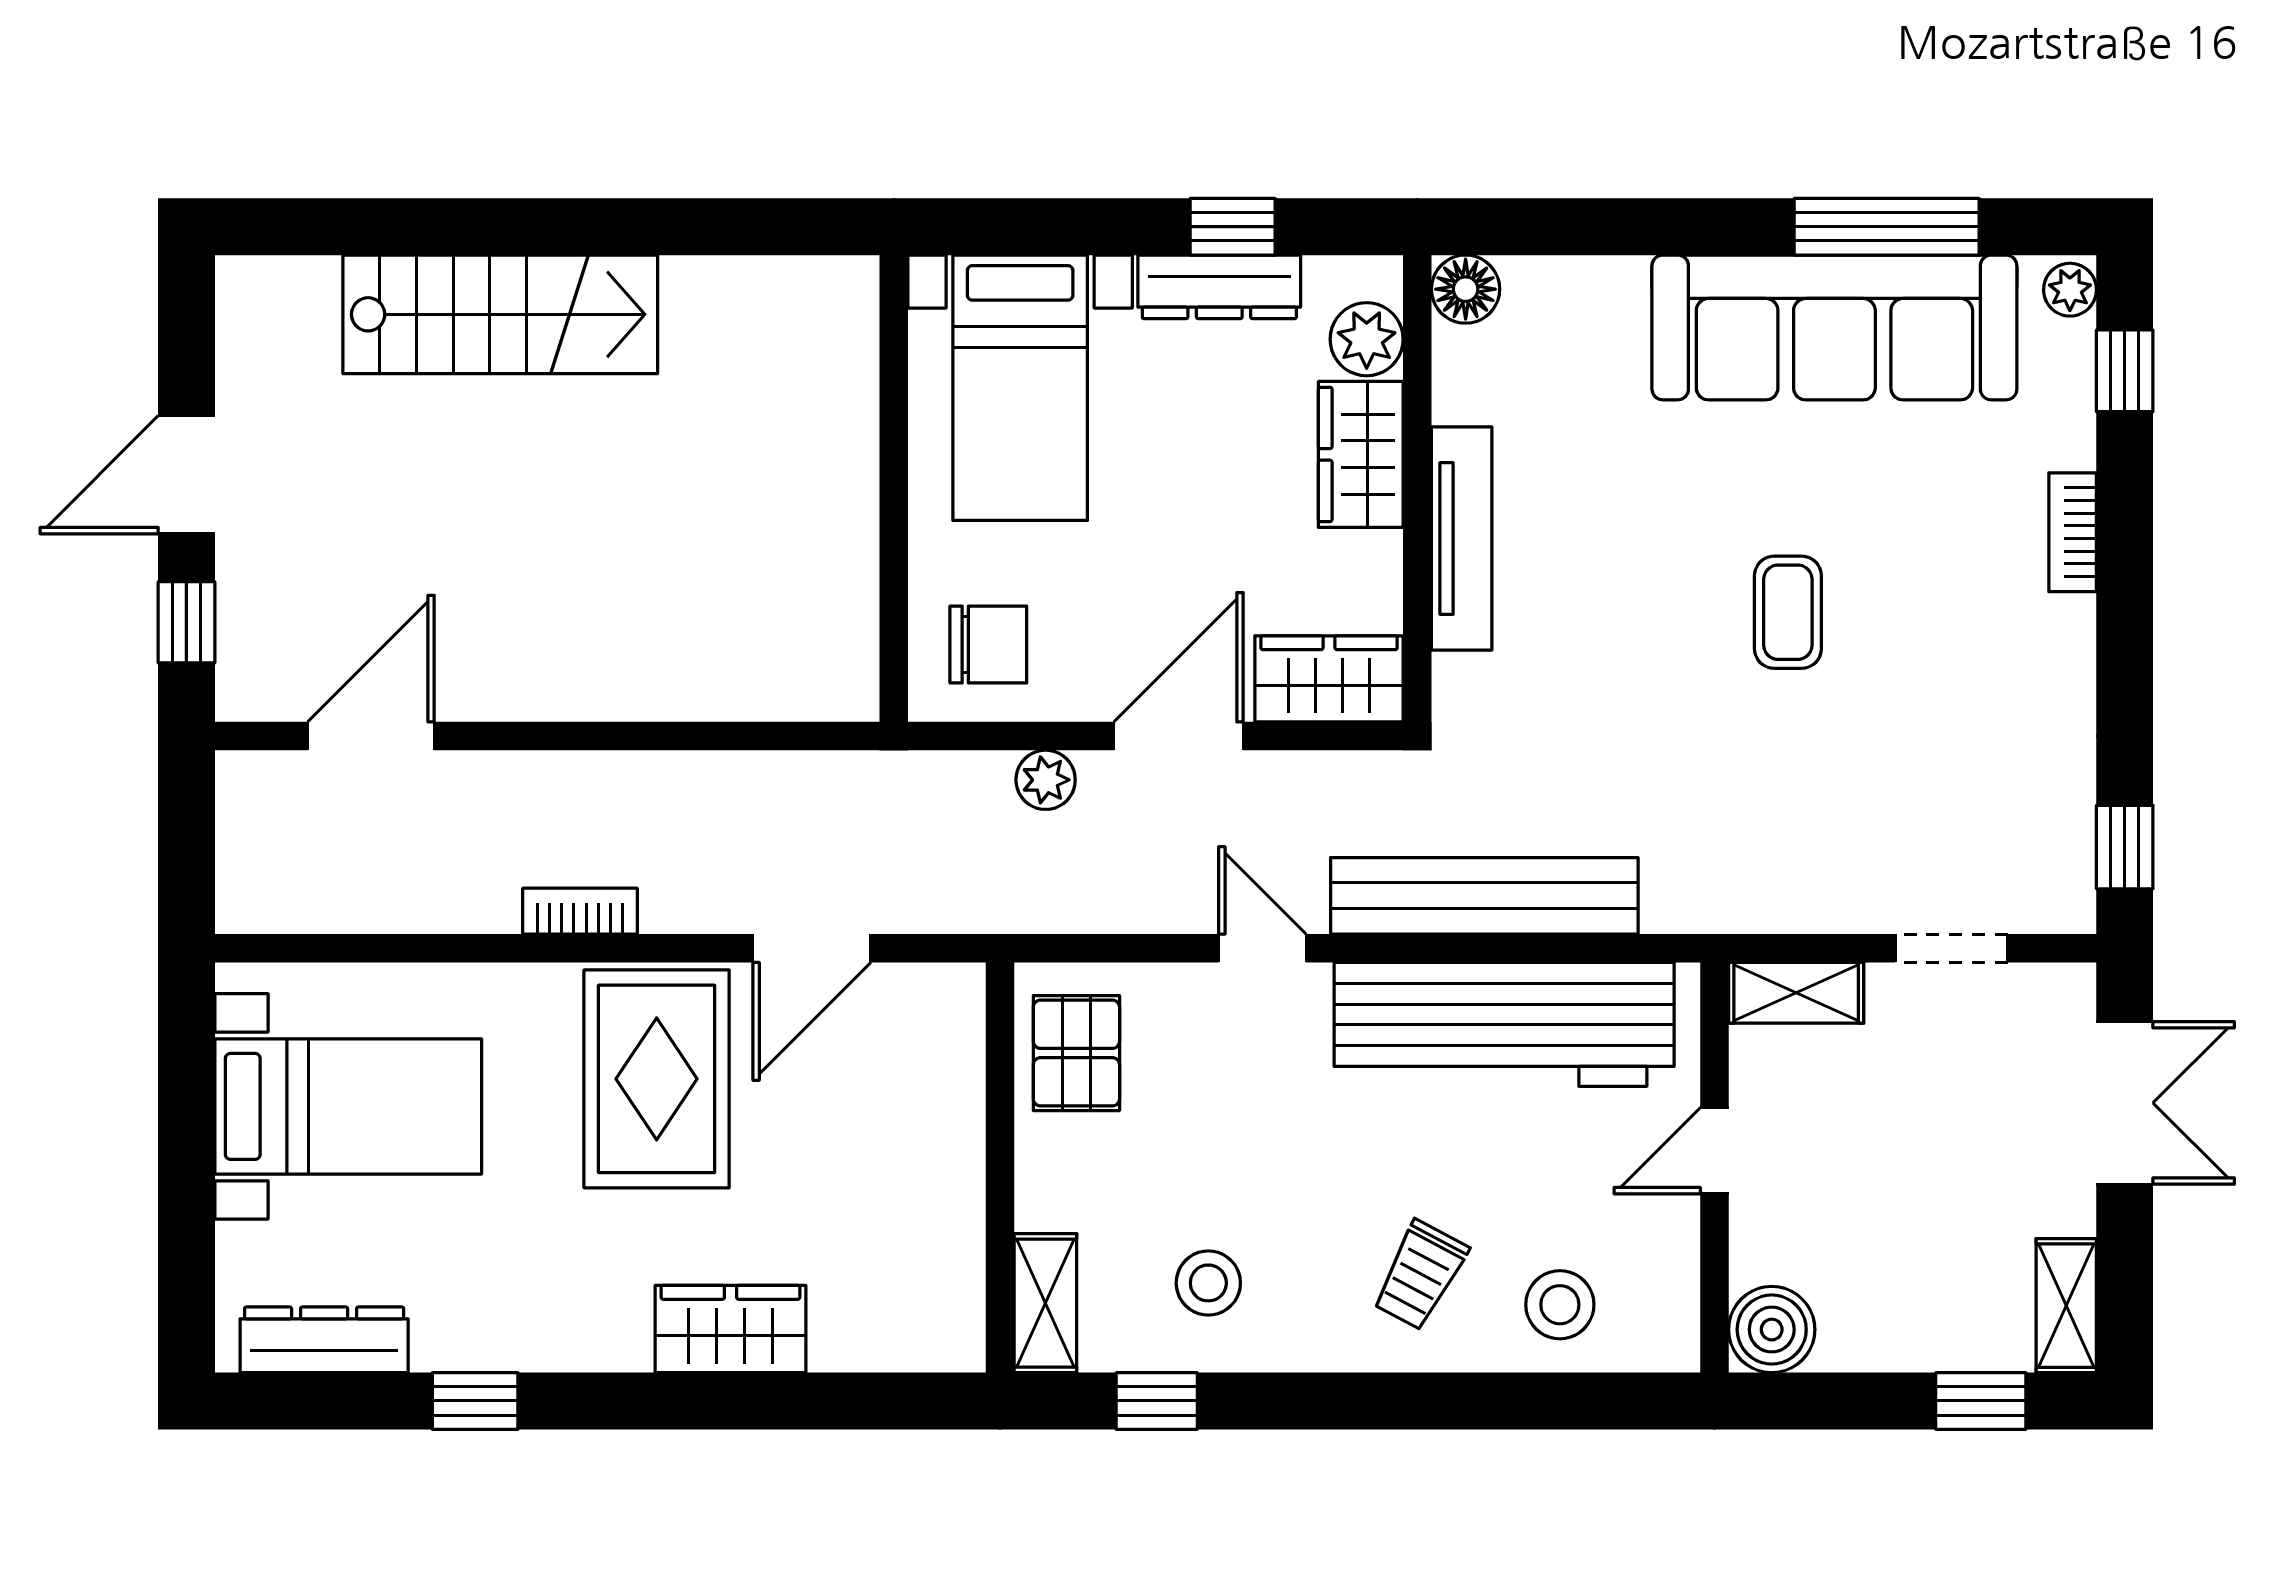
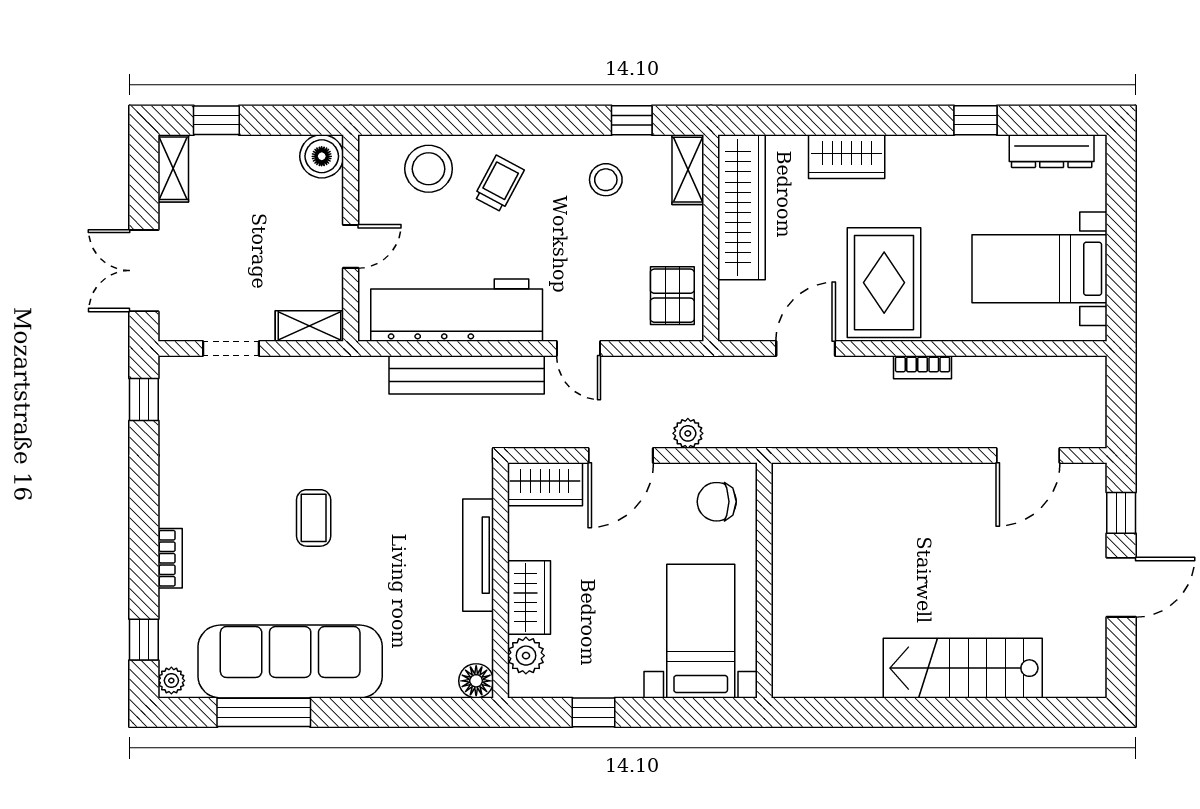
dresser: (1219, 287) -> (600, 682), removed
wardrobe: (939, 1228) -> (742, 207), added
stool: (1560, 1305) -> (429, 169), width x1.38, depth x1.38

